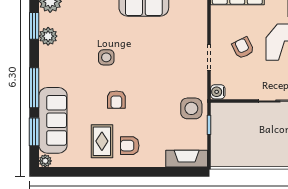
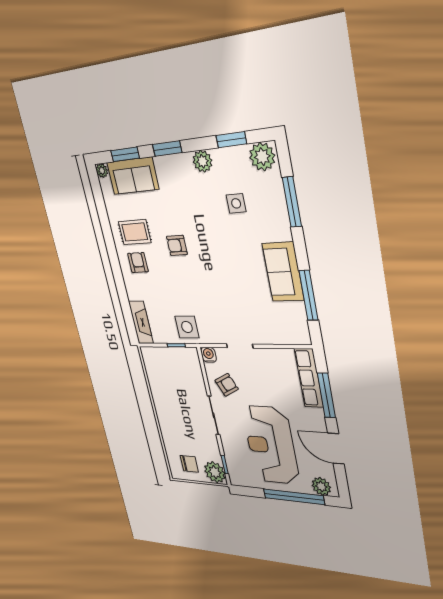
plant: (48, 36) -> (202, 161), moved
armchair: (243, 48) -> (227, 385), moved
side table: (106, 57) -> (236, 203), moved
window: (34, 88) -> (167, 149), width x0.69
sofa: (53, 120) -> (133, 176), width x0.73

